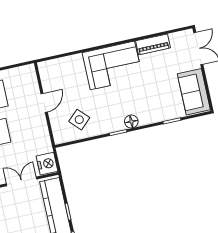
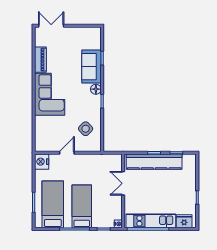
sofa: (194, 92) -> (91, 67), moved, turned 90
door: (44, 103) -> (67, 153), hinge flipped
nightstand: (47, 164) -> (42, 162), moved, turned -90

